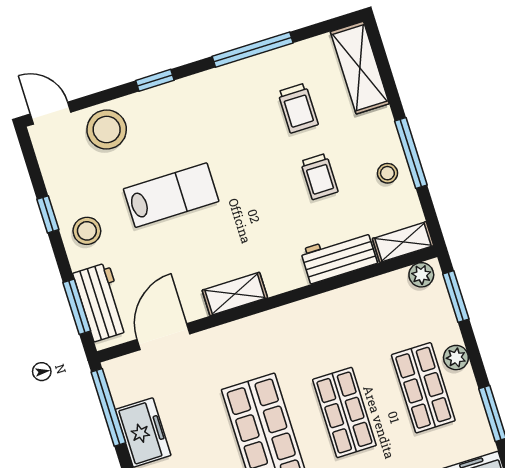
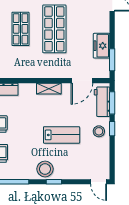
stool: (107, 129) -> (45, 169), moved
lab bench: (171, 195) -> (62, 135), turned 180
window: (48, 214) -> (112, 129), moved
window: (108, 407) -> (112, 60), width x0.69

